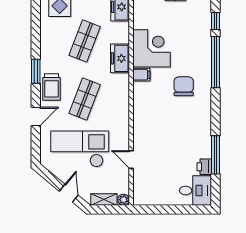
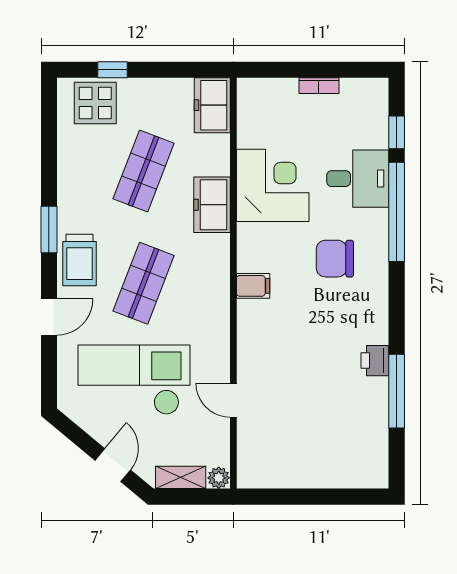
filing cabinet: (141, 75) -> (253, 286), moved
chair: (184, 86) -> (335, 259), turned -90
printer: (204, 167) -> (375, 361), moved
desk: (195, 191) -> (358, 179), moved

